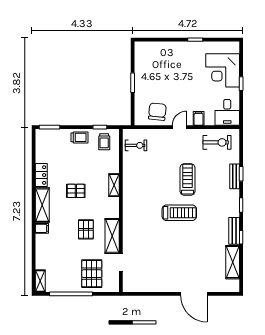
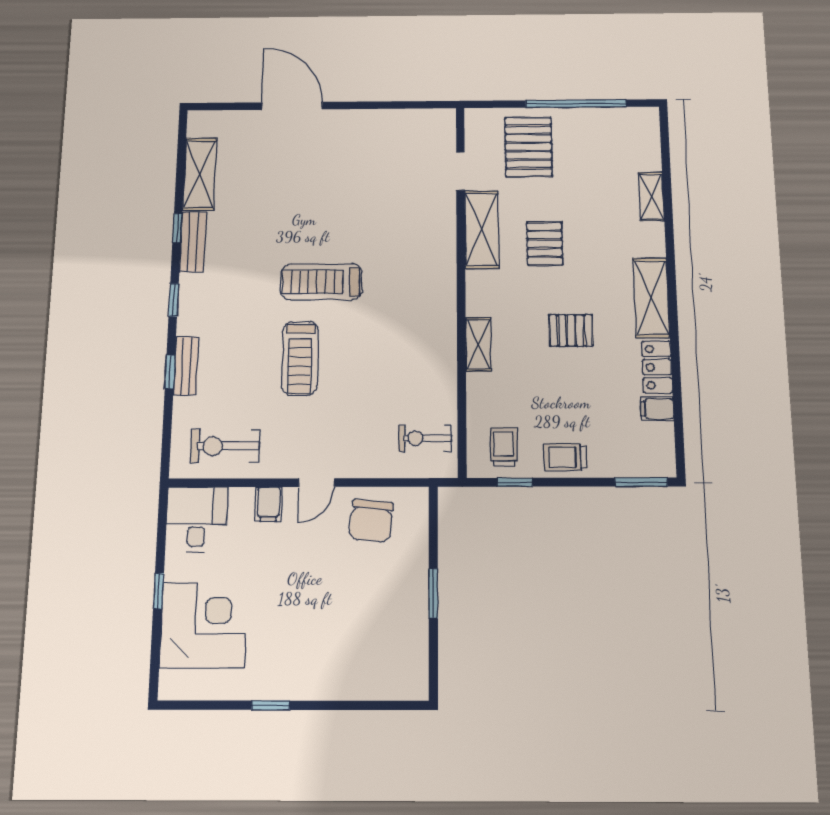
filing cabinet: (42, 228) -> (657, 409), moved
shelving: (40, 281) -> (652, 197), moved

